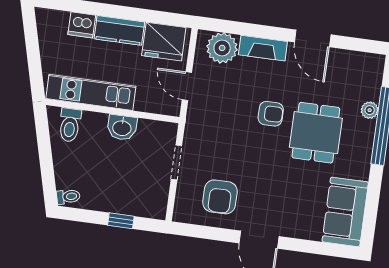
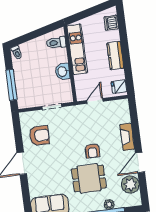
dishwasher: (82, 25) -> (111, 23), moved
fridge: (164, 42) -> (119, 87), width x0.53, depth x0.75
plant: (222, 48) -> (130, 185), moved
armchair: (220, 197) -> (39, 136), turned 180
window: (121, 221) -> (11, 85), width x2.17

